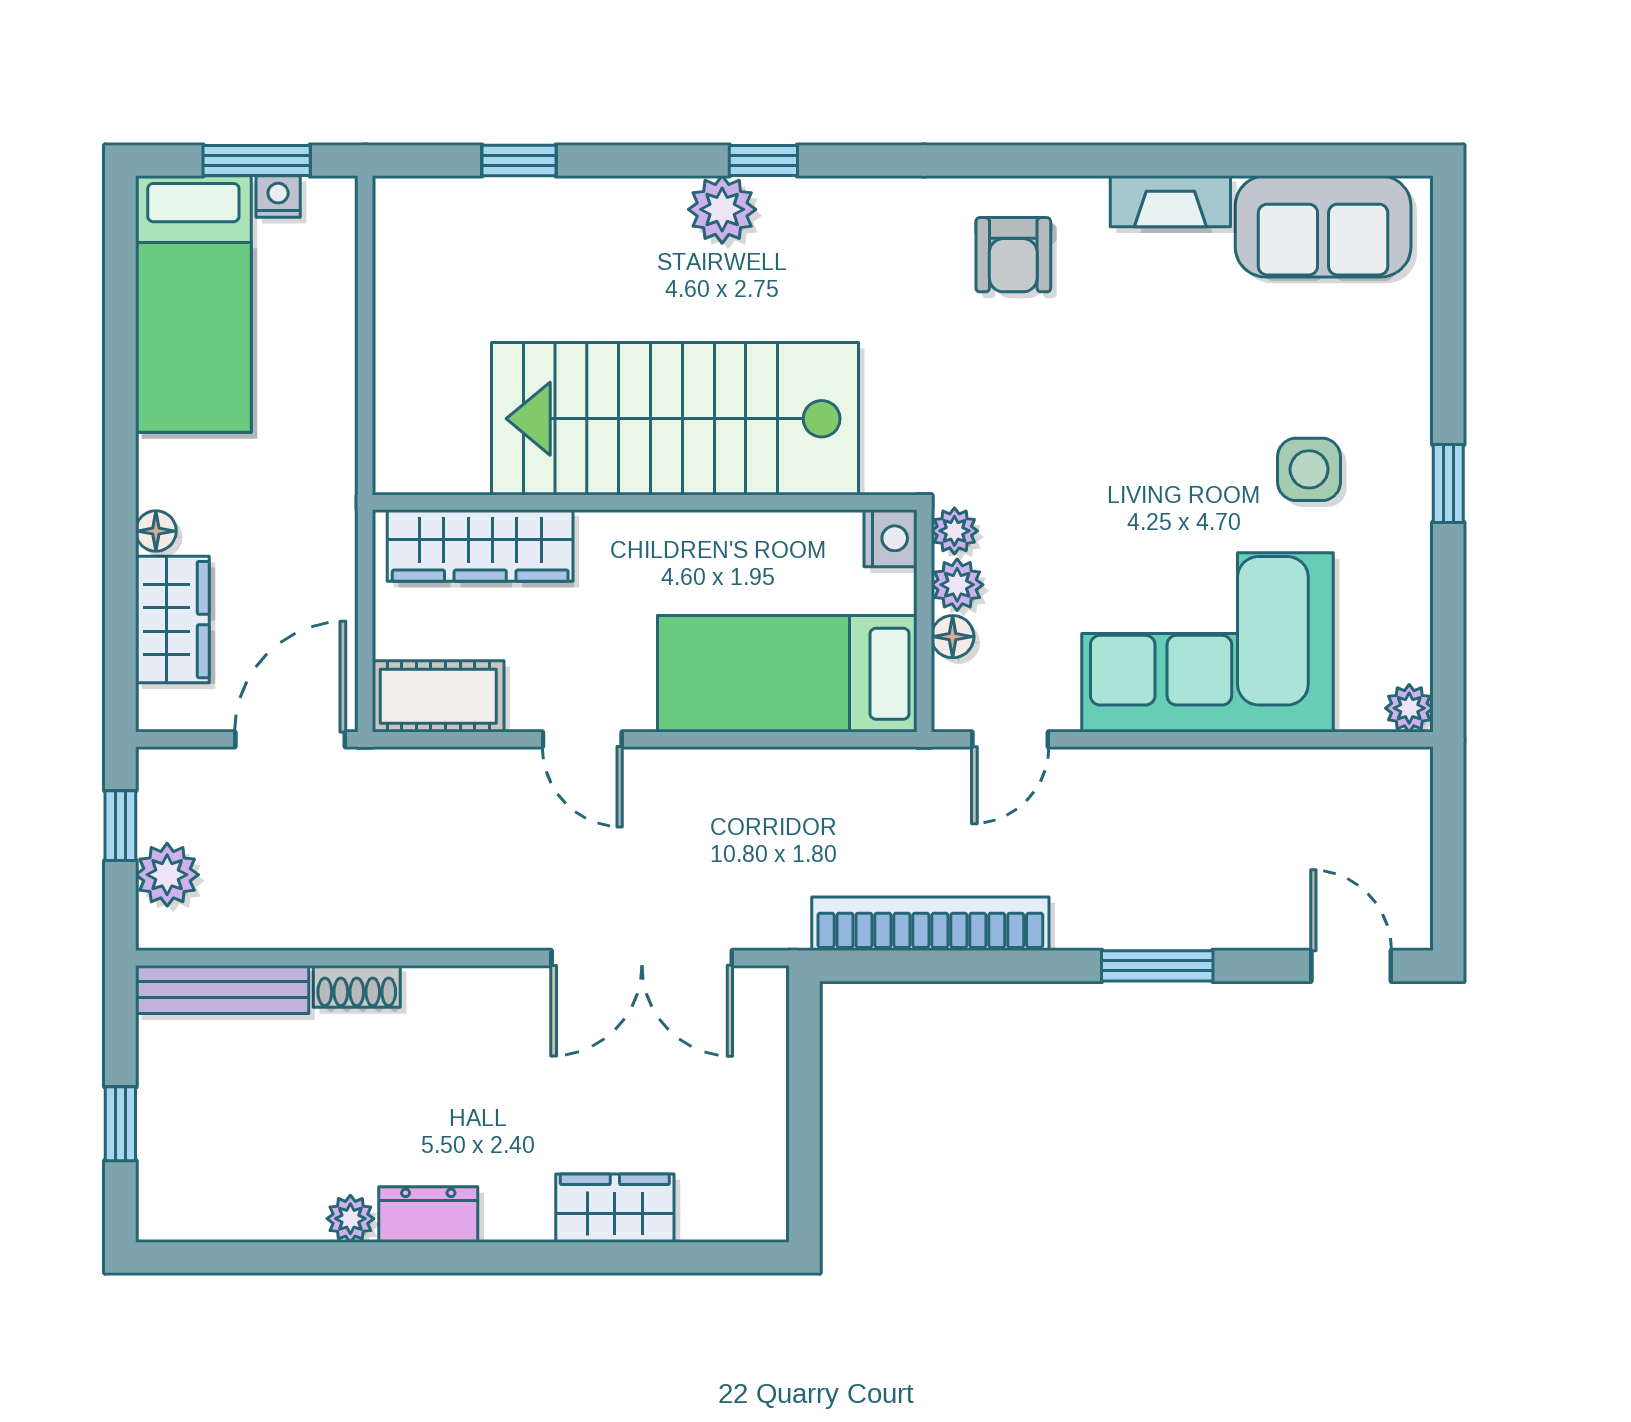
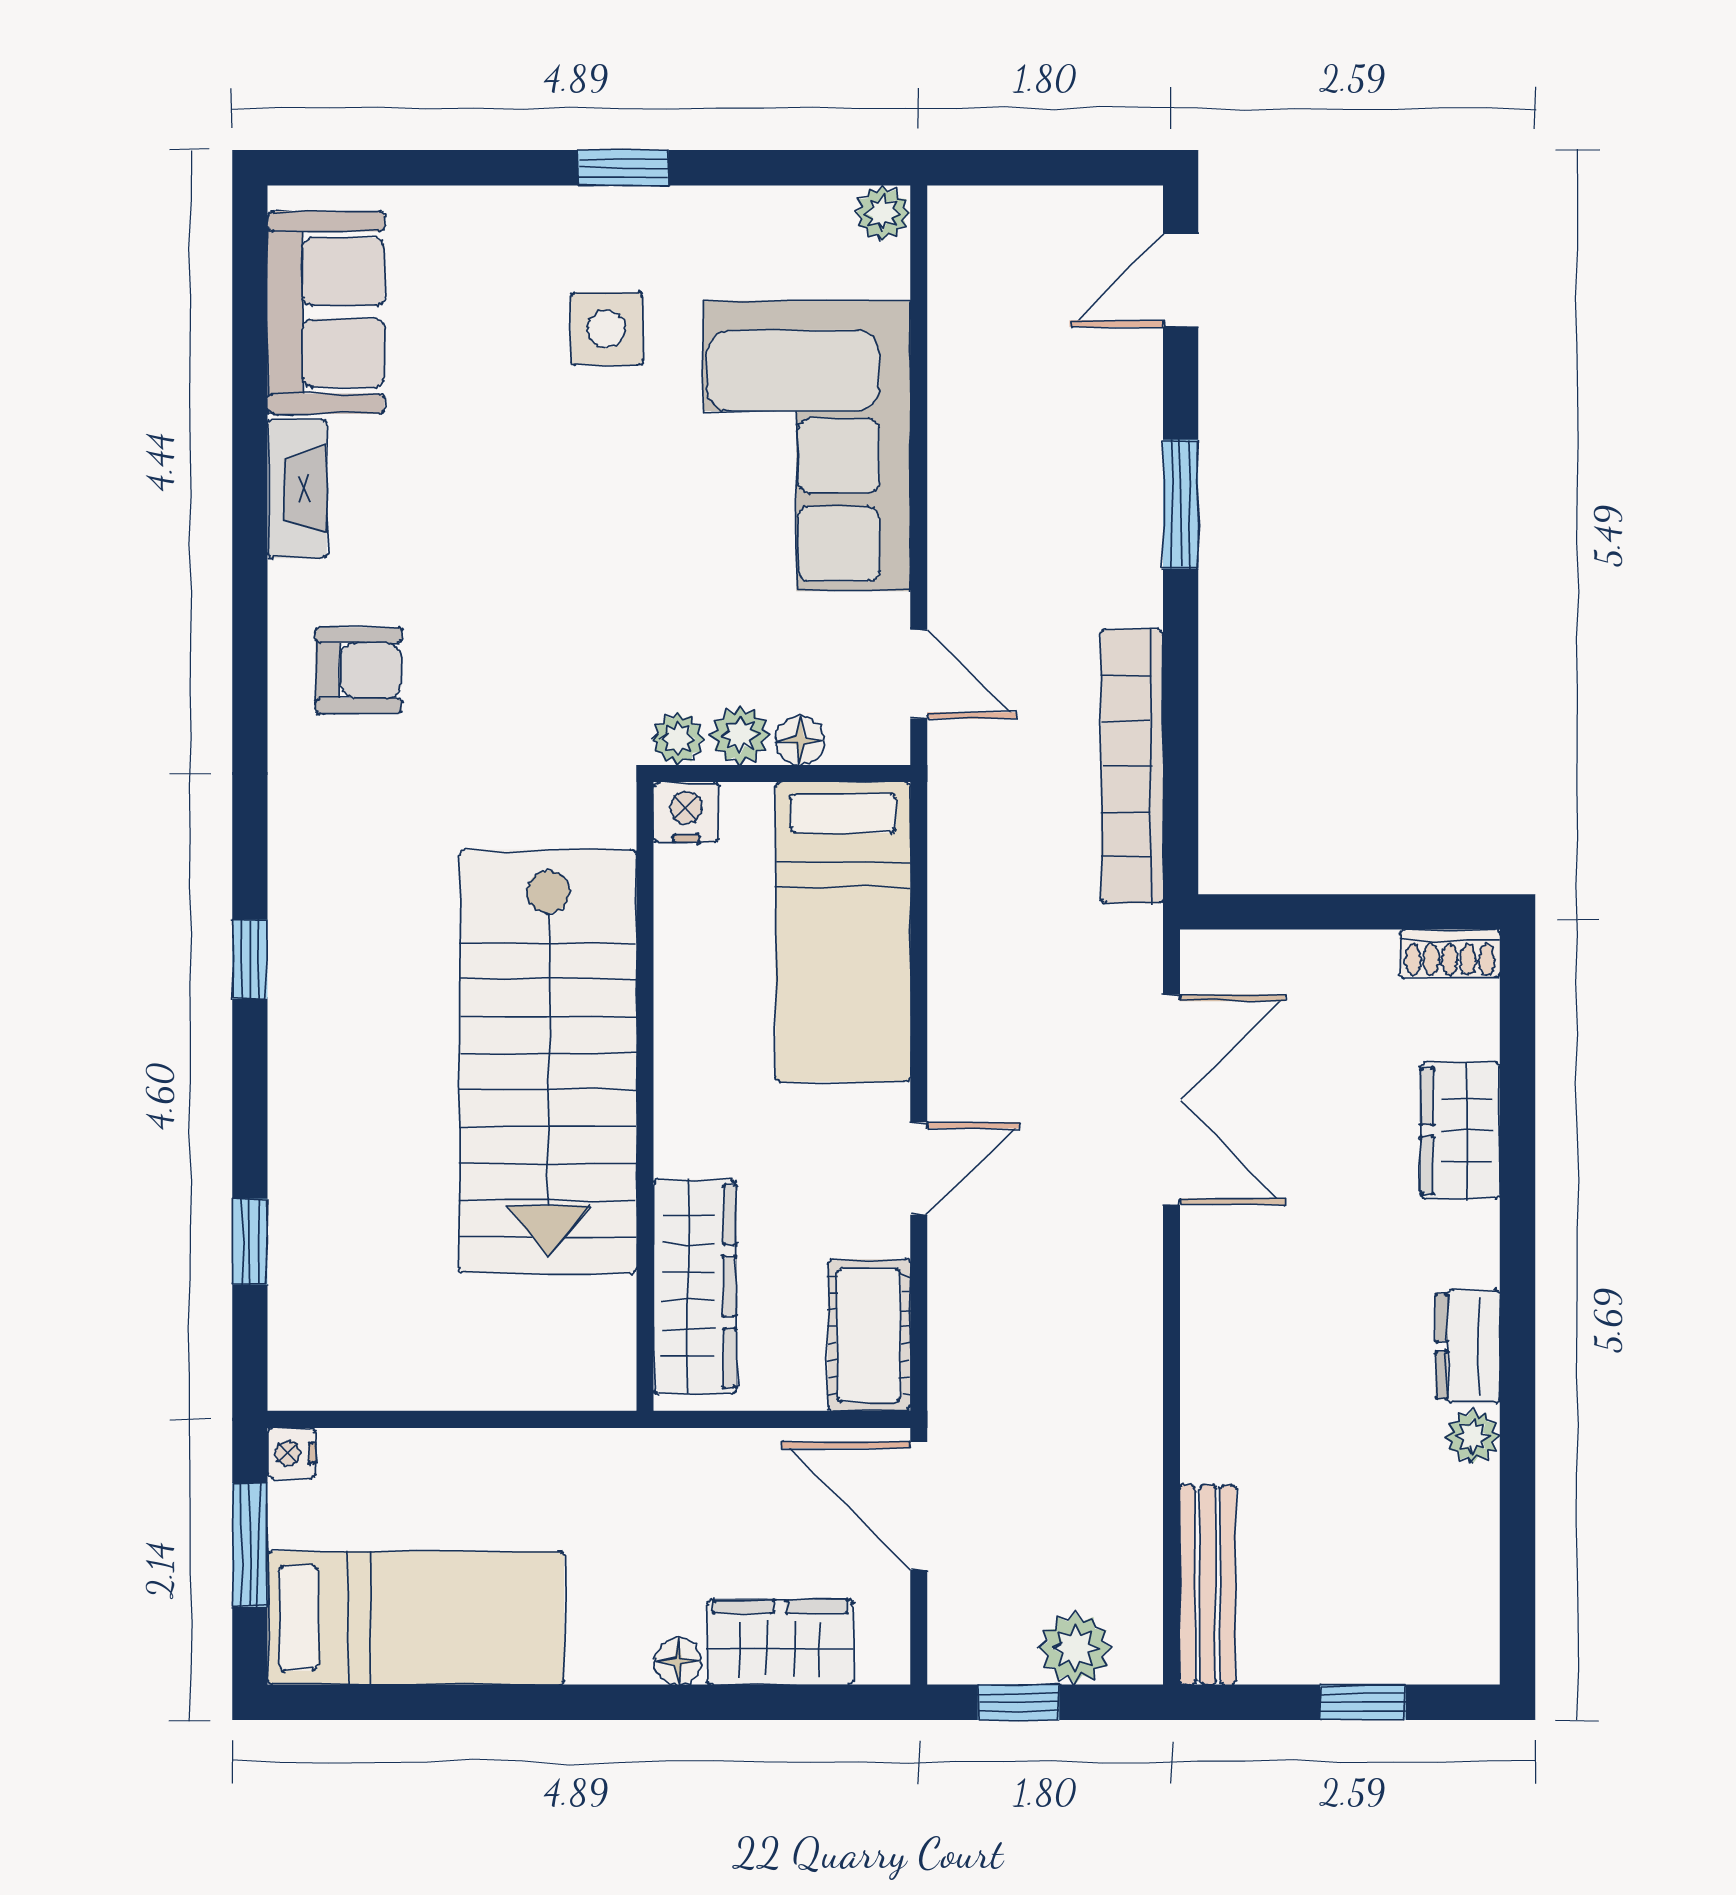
nightstand: (278, 196) -> (291, 1453), moved
plant: (722, 209) -> (306, 1007), removed
shoe rack: (357, 986) -> (1450, 954), moved, turned 90

